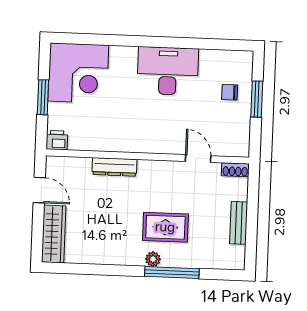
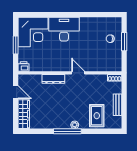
desk: (168, 71) -> (64, 29), moved
door: (198, 159) -> (78, 73), moved
rug: (165, 227) -> (97, 116), moved, turned 90
window: (172, 272) -> (67, 131), moved

